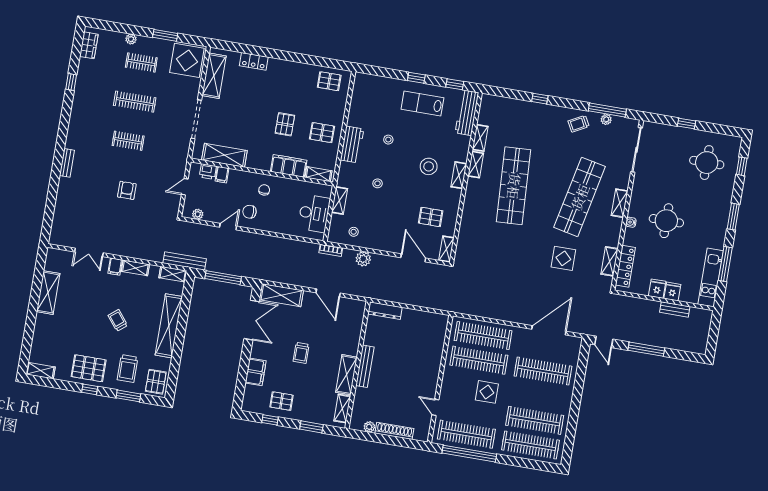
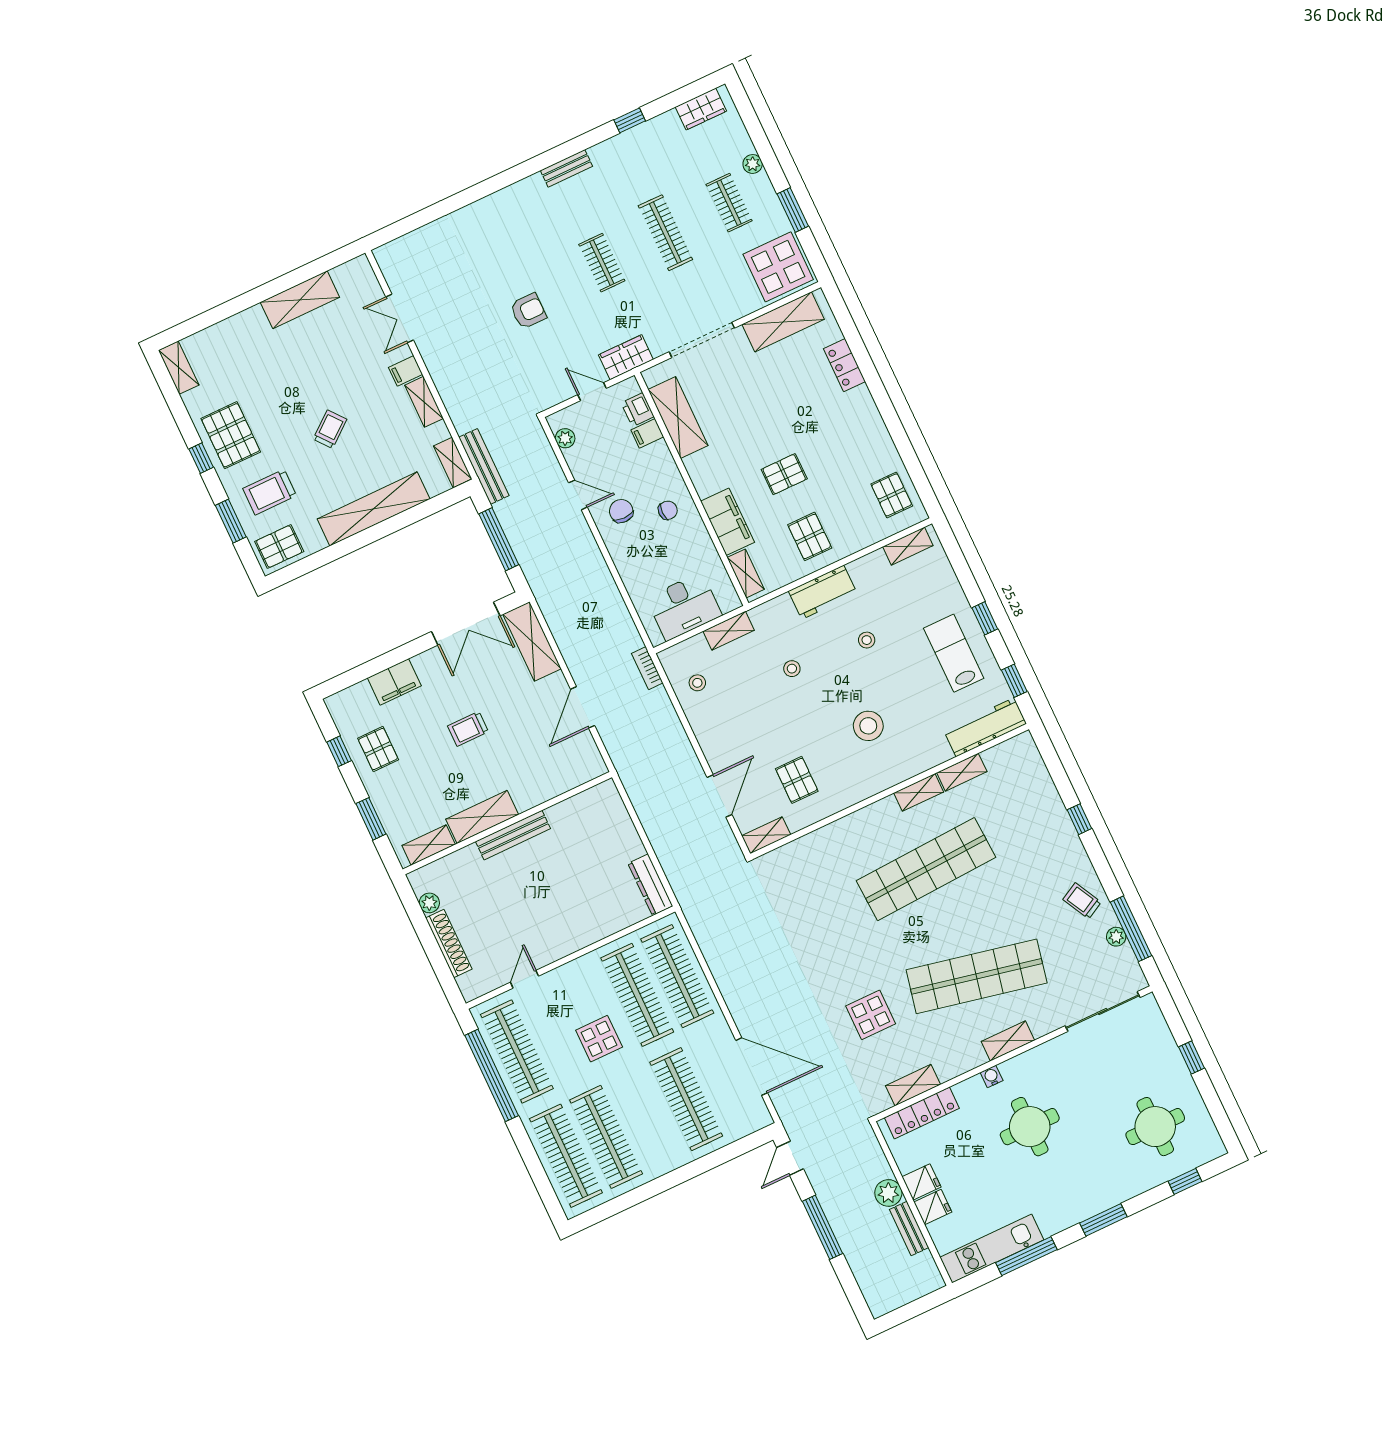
wardrobe: (180, 160) -> (626, 357), added
bench: (67, 163) -> (566, 168), moved
shelving: (459, 175) -> (908, 546), moved
plant: (363, 259) -> (888, 1193), moved
dresser: (385, 311) -> (650, 885), moved

